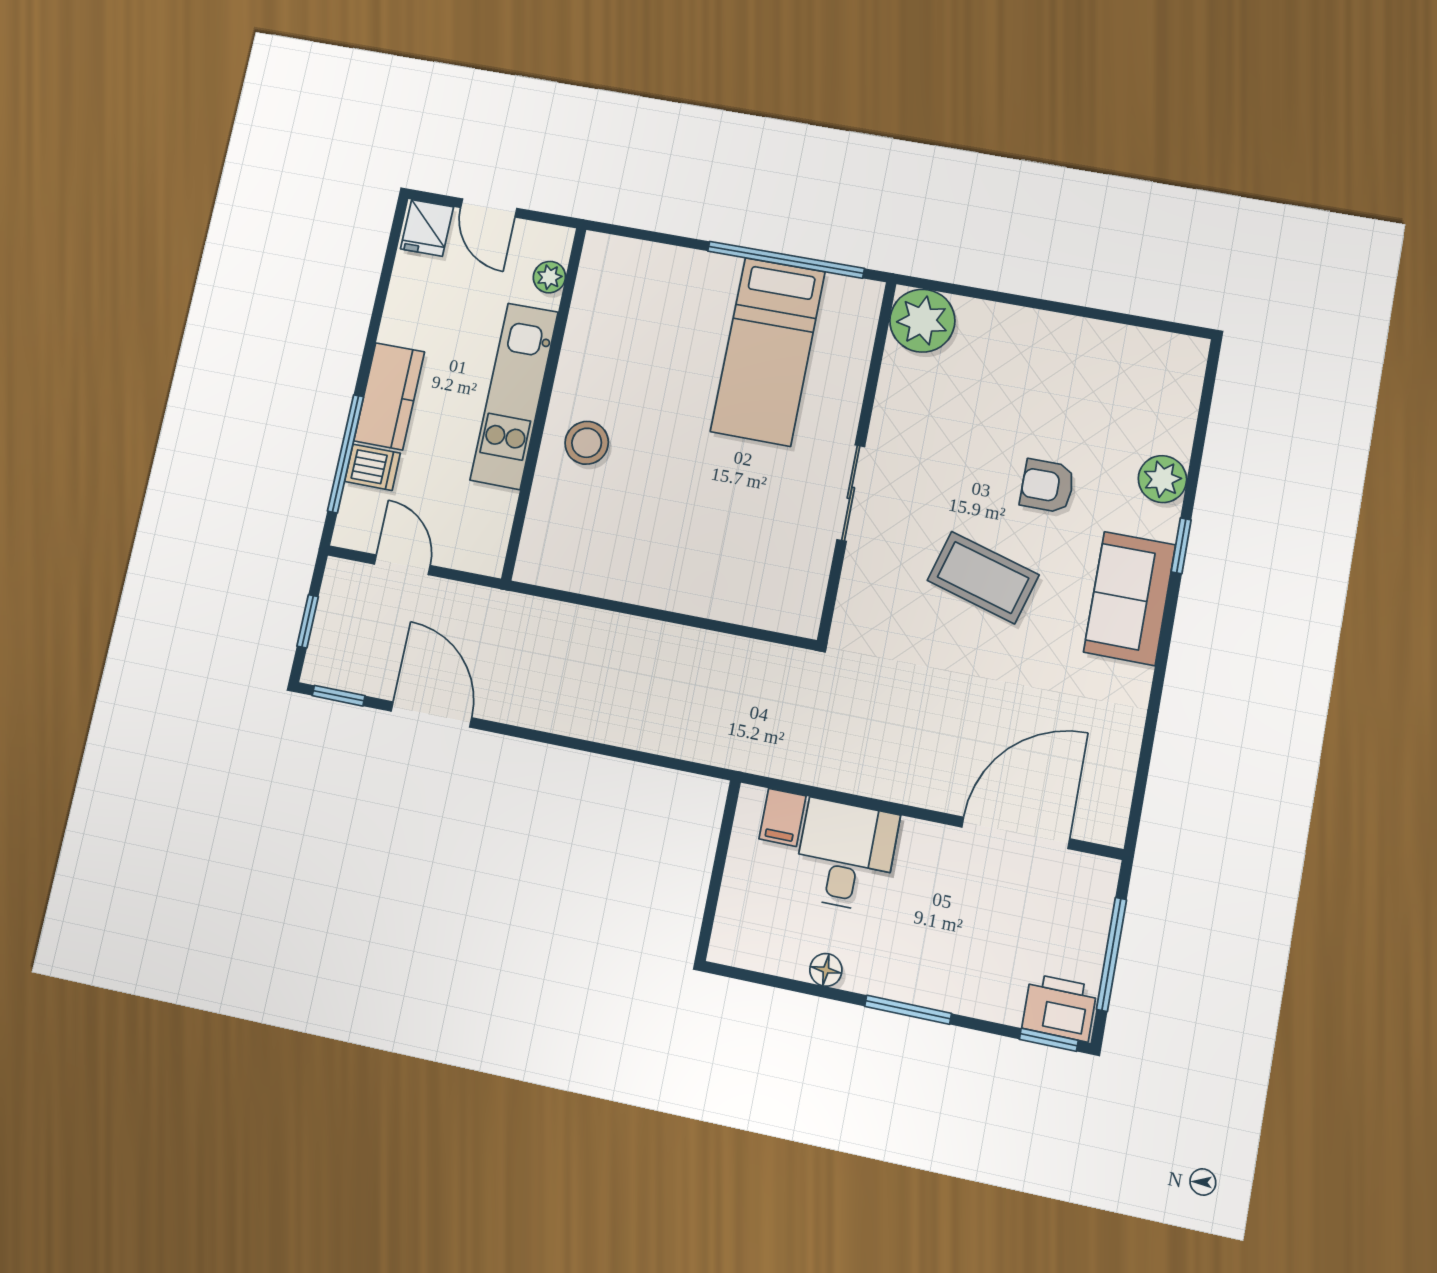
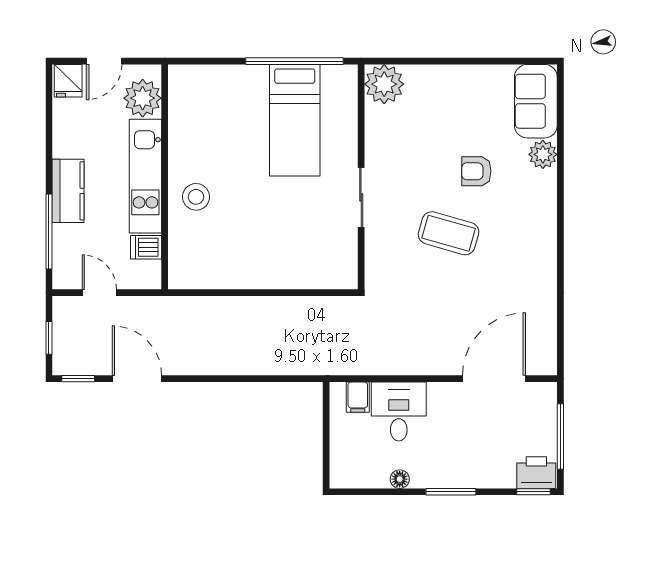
door: (489, 208) -> (104, 61), hinge flipped
plant: (549, 277) -> (143, 98), width x1.87, depth x1.87
dishwasher: (372, 467) -> (146, 247), moved, turned 180
window: (1181, 546) -> (560, 192), removed
sofa: (1130, 598) -> (536, 101), moved

